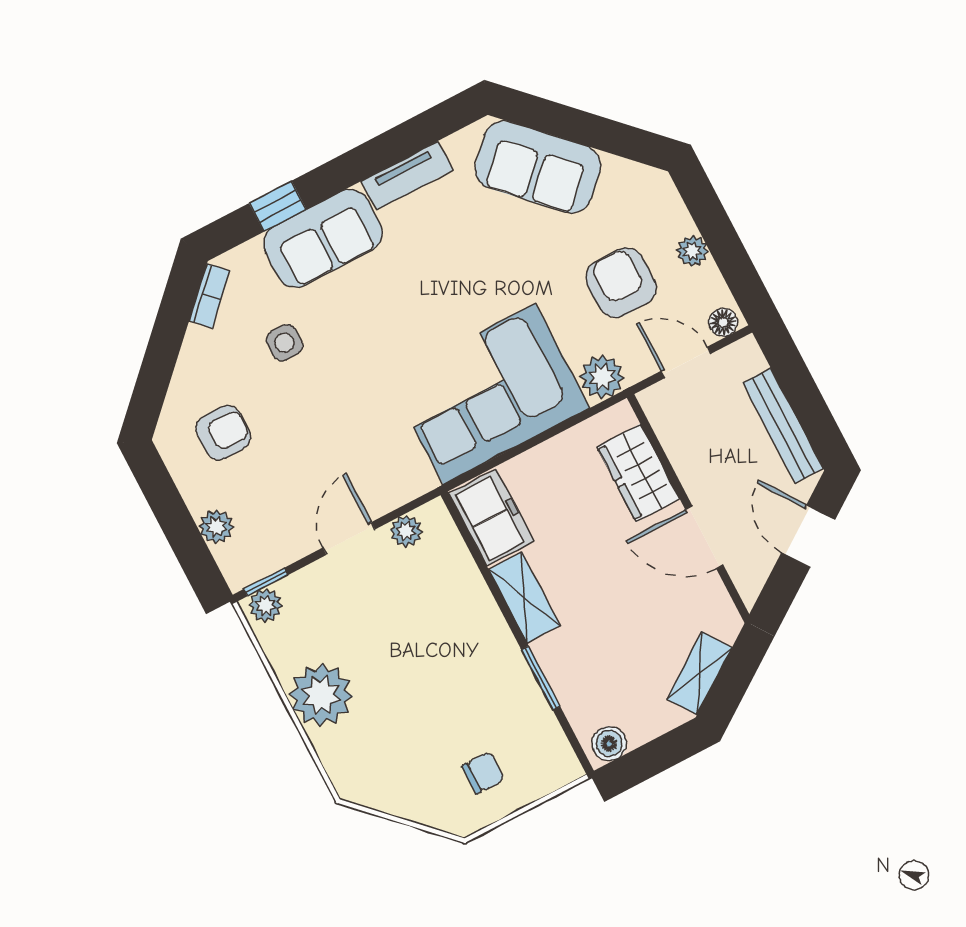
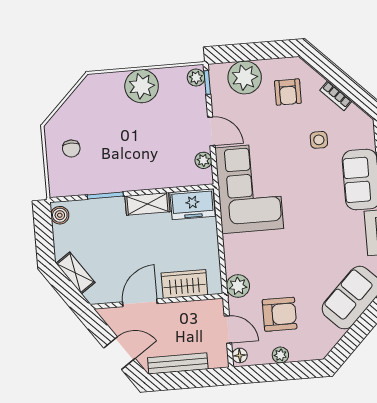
bookcase: (210, 296) -> (336, 96), moved
door: (686, 362) -> (228, 329), hinge flipped
corner sofa: (489, 394) -> (249, 188), moved
plant: (216, 527) -> (245, 77), width x1.87, depth x1.87

